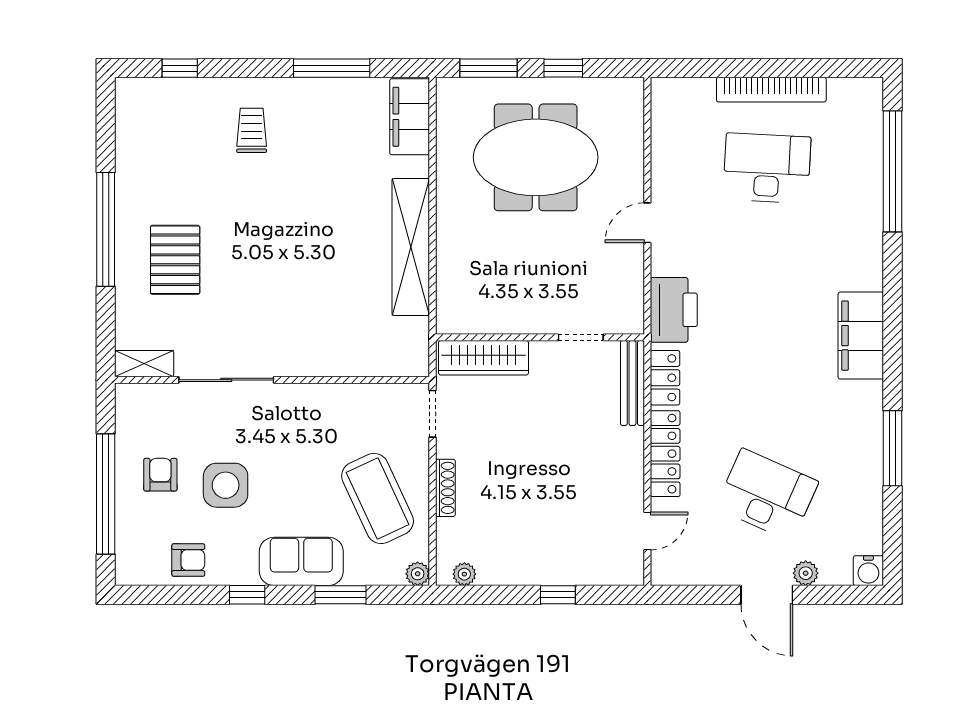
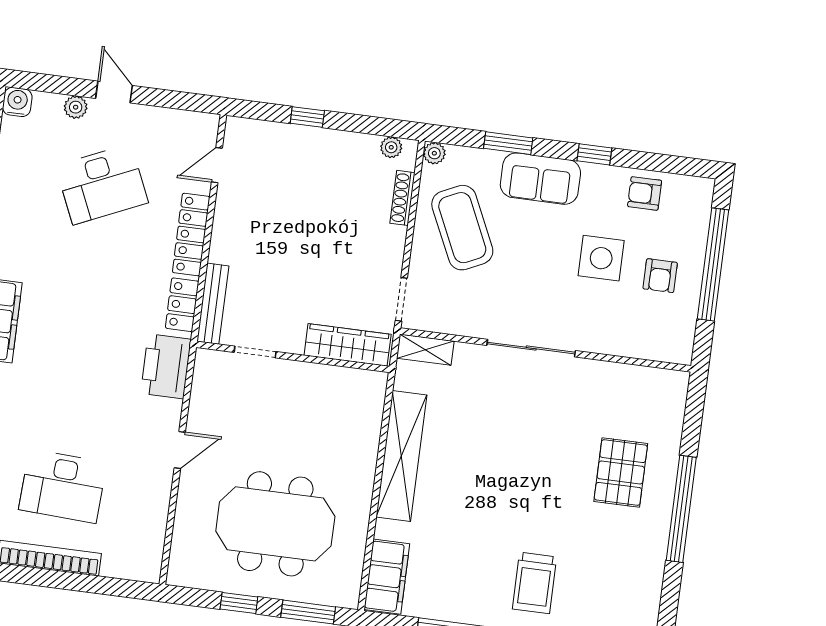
trolley: (252, 130) -> (535, 583), width x1.36, depth x1.39
shelving: (144, 364) -> (425, 350), moved
sliding door: (226, 380) -> (531, 348), moved
shoe rack: (445, 488) -> (402, 198), moved
desk: (767, 495) -> (102, 184), turned -48
door: (767, 595) -> (114, 92), width x0.73

